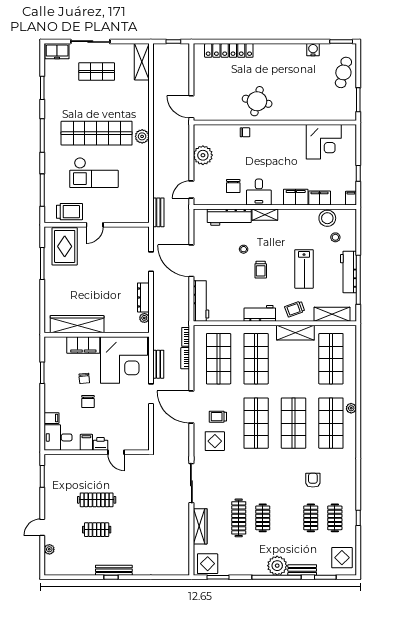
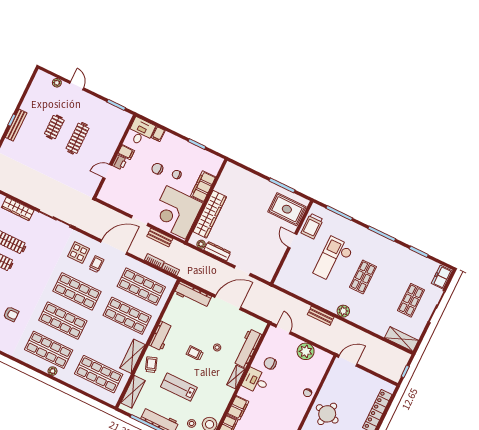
shop shelf: (97, 133) -> (363, 277), width x0.50, depth x0.74
bench: (158, 212) -> (321, 316), moved
wardrobe: (77, 324) -> (210, 214), moved

